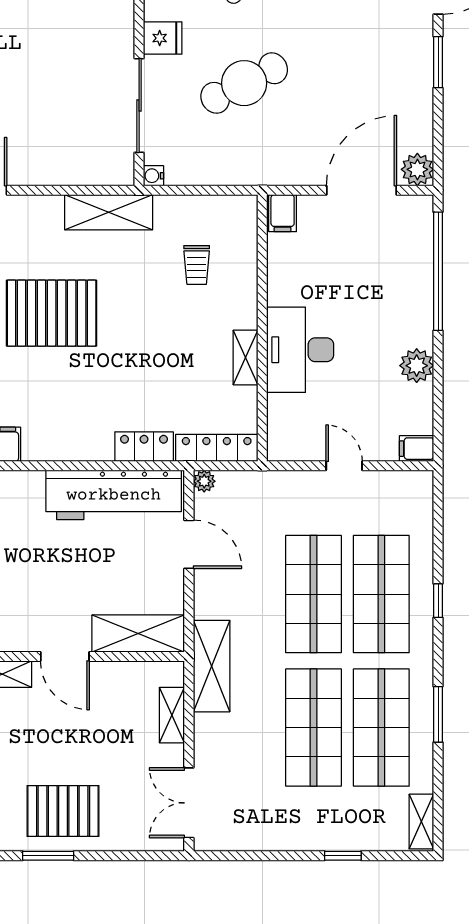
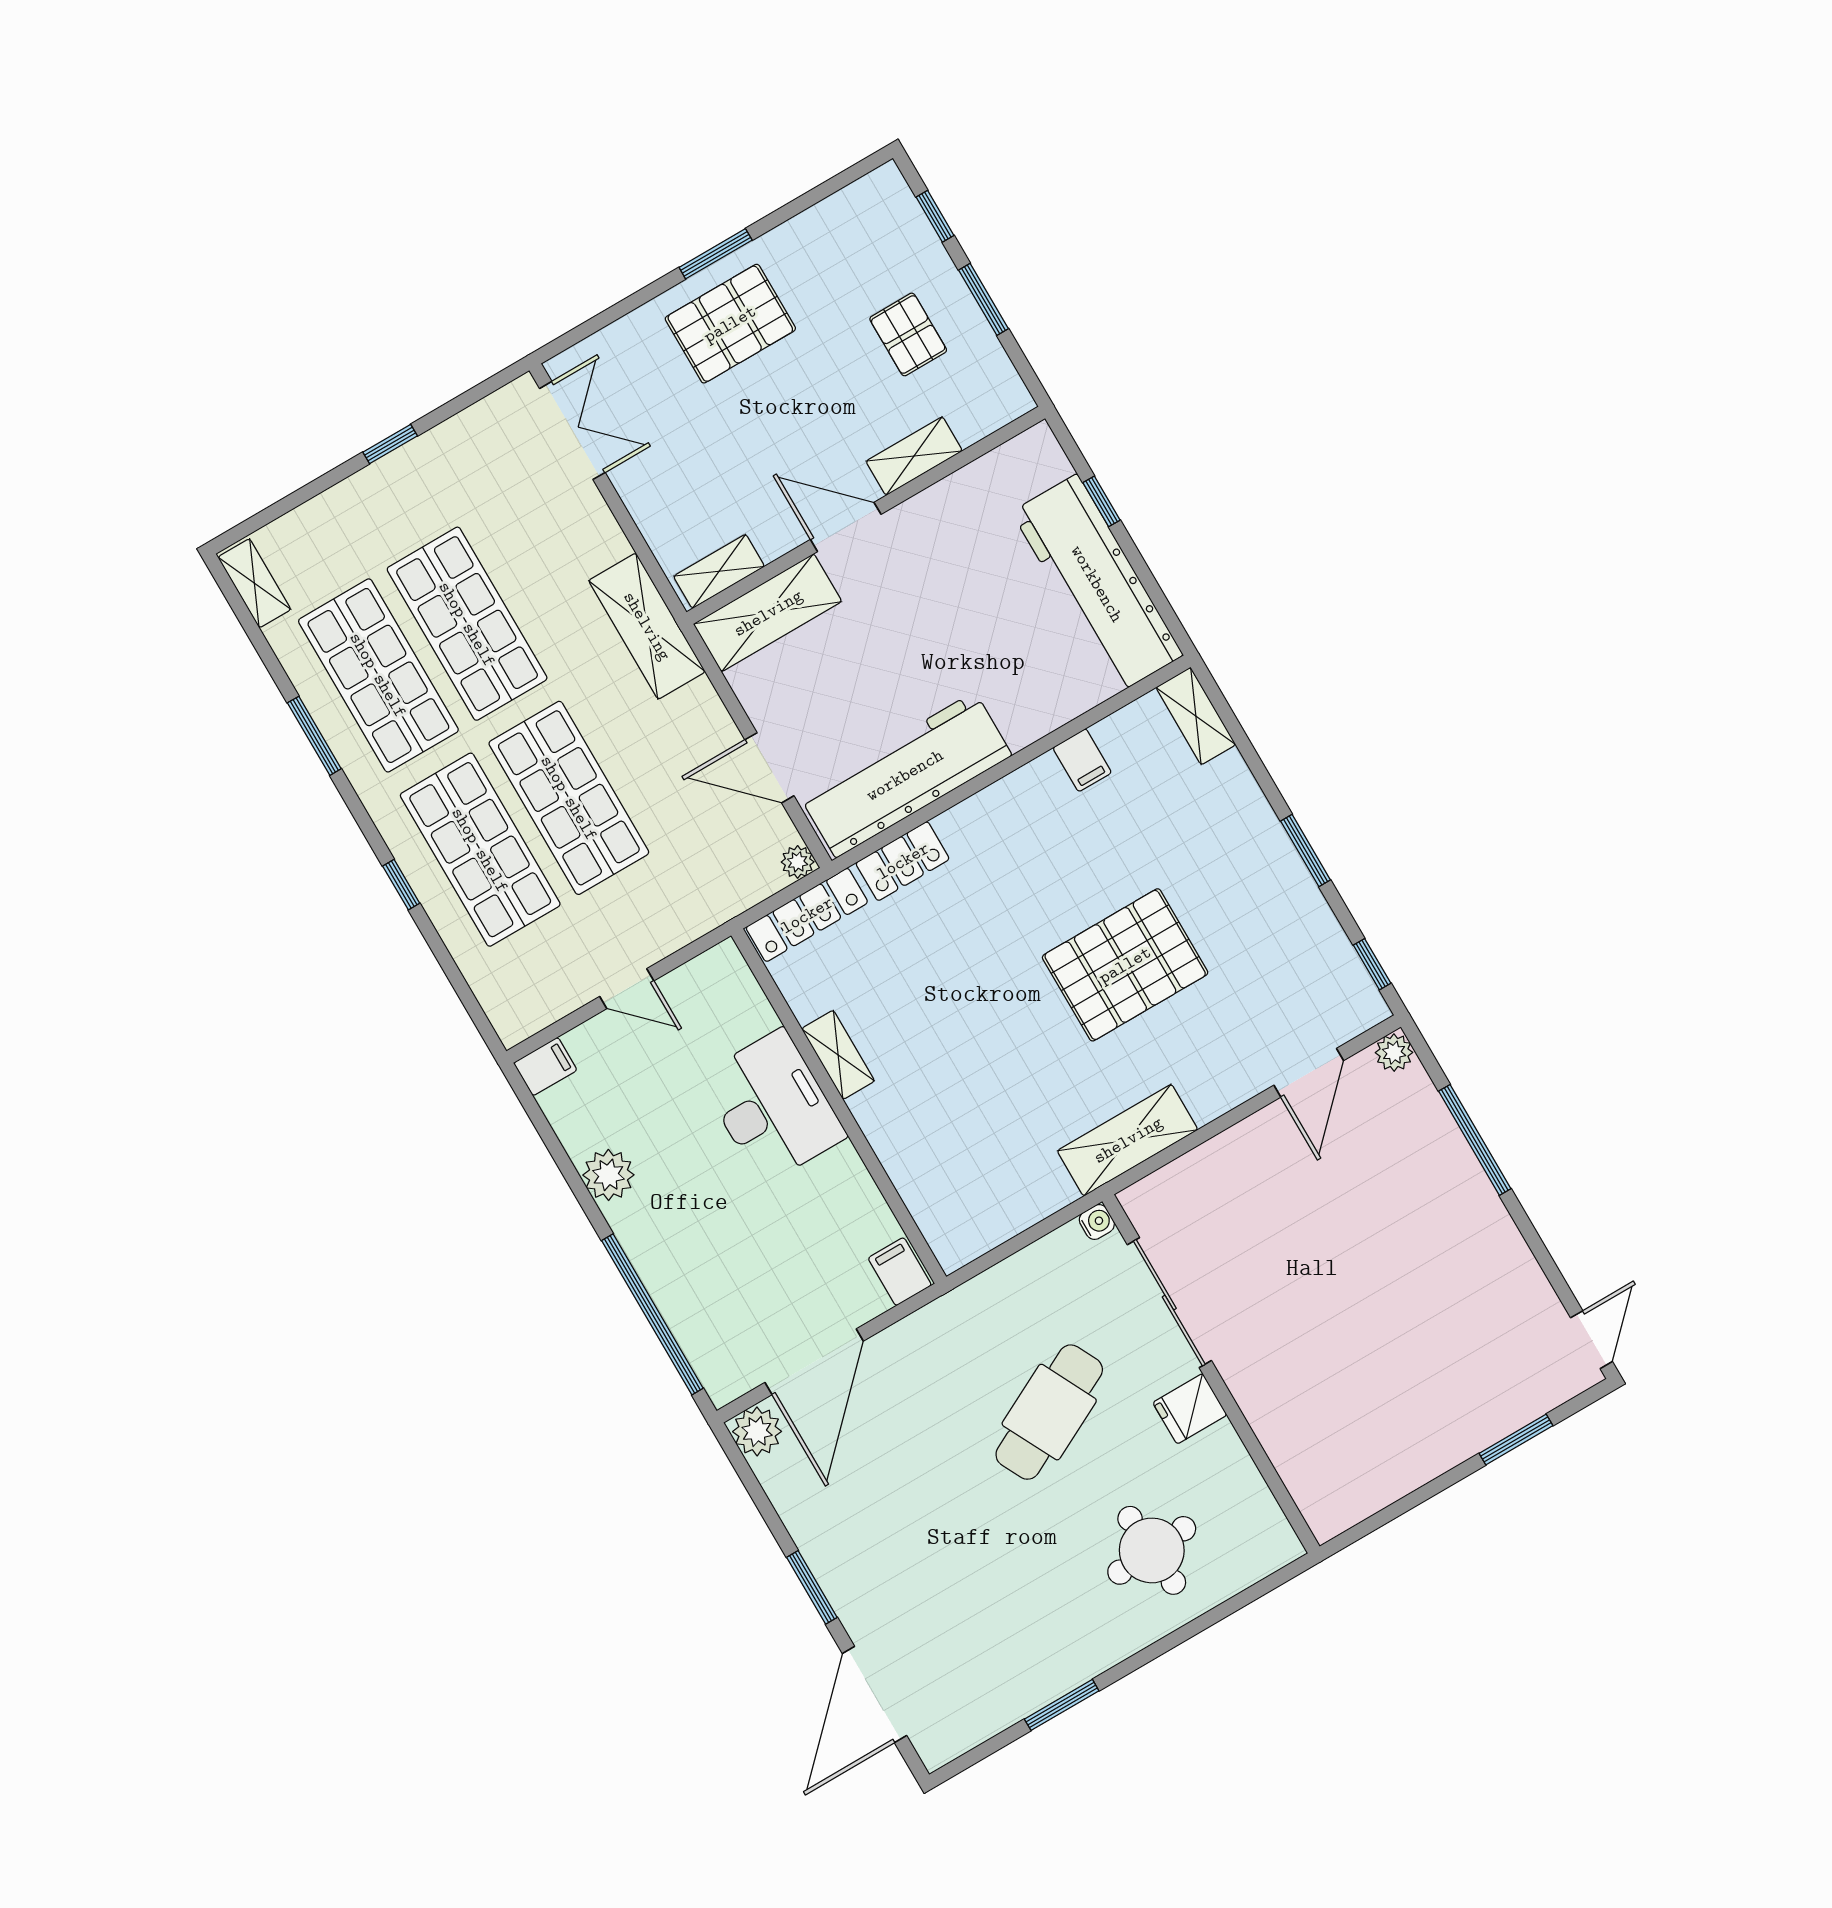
trolley: (197, 265) -> (972, 1138), removed
shelving: (172, 715) -> (719, 571), moved, turned 90
window: (343, 856) -> (390, 444), moved

